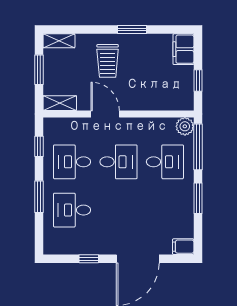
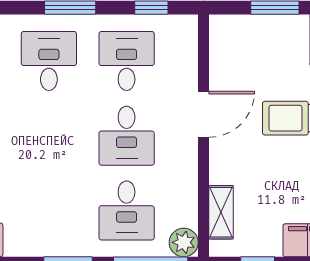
shelving: (60, 103) -> (221, 212), moved

